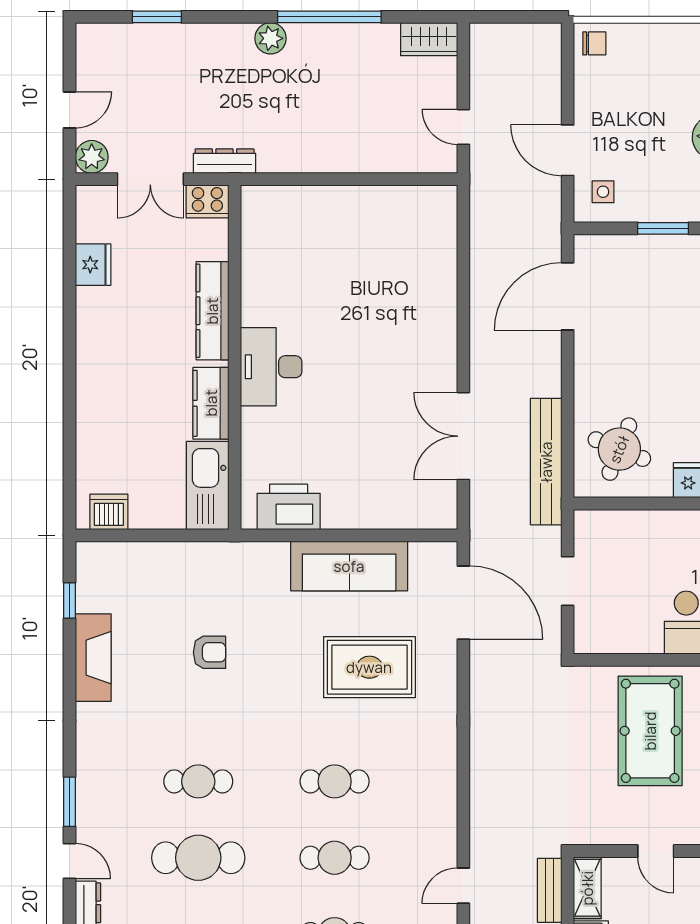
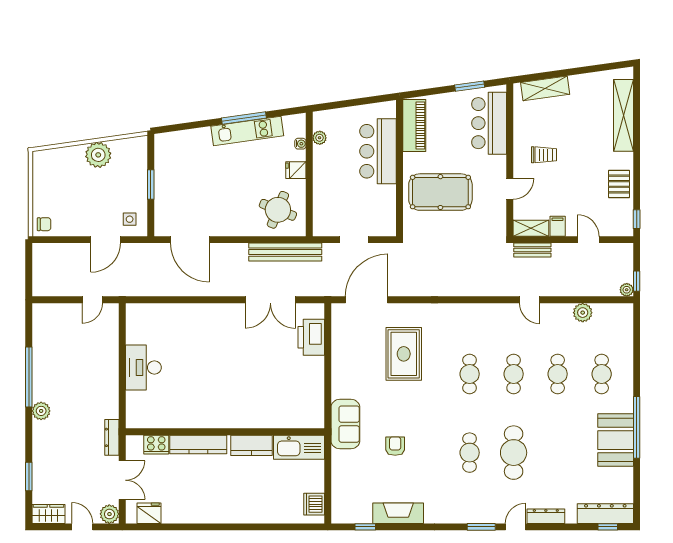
wardrobe: (429, 39) -> (49, 514), moved, turned -90
chair: (594, 43) -> (44, 224), turned 90
cooker: (207, 201) -> (156, 445), moved, turned 90
fridge: (93, 265) -> (149, 513), moved
desk: (271, 367) -> (143, 368), moved, turned 90
printer: (289, 507) -> (311, 337), moved
sofa: (349, 566) -> (345, 424), moved, width x0.73

